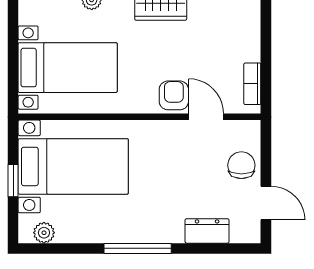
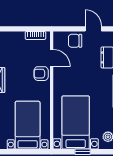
door: (206, 117) -> (52, 58), swing flipped
door: (266, 203) -> (93, 29), hinge flipped

